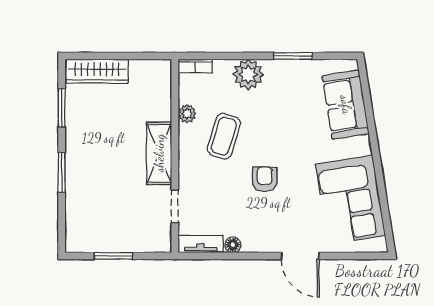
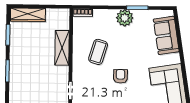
plant: (248, 74) -> (125, 18), moved
plant: (187, 114) -> (78, 39), removed
shelving: (159, 153) -> (62, 48), moved

